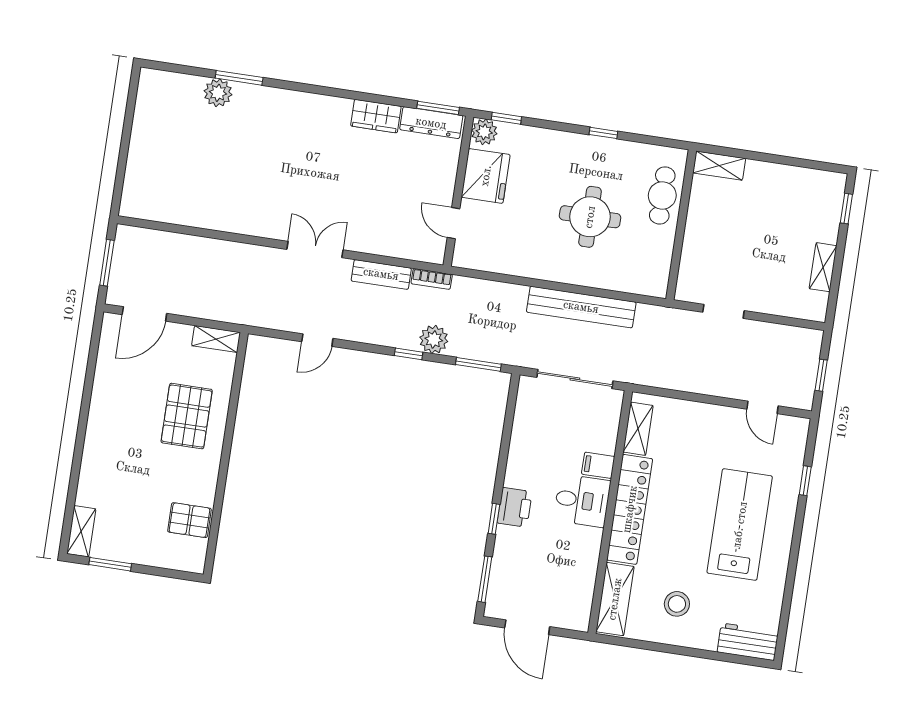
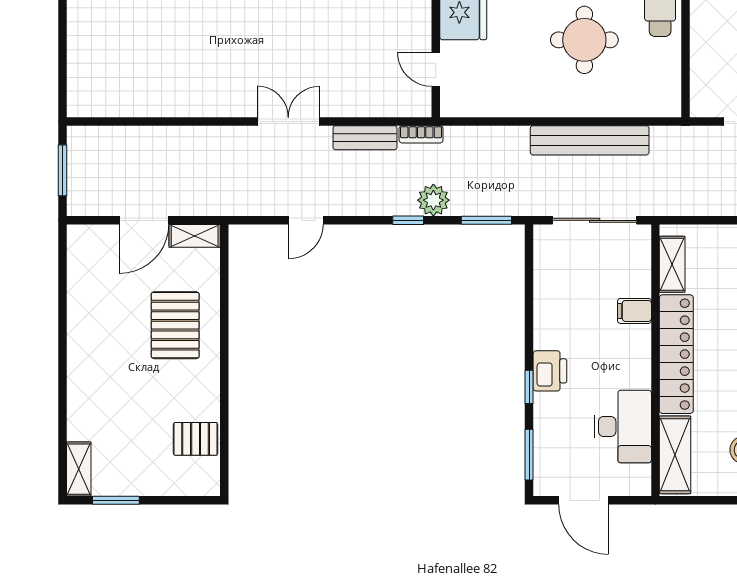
door: (144, 314) -> (144, 220), moved
desk: (582, 501) -> (623, 426), moved, width x1.37

